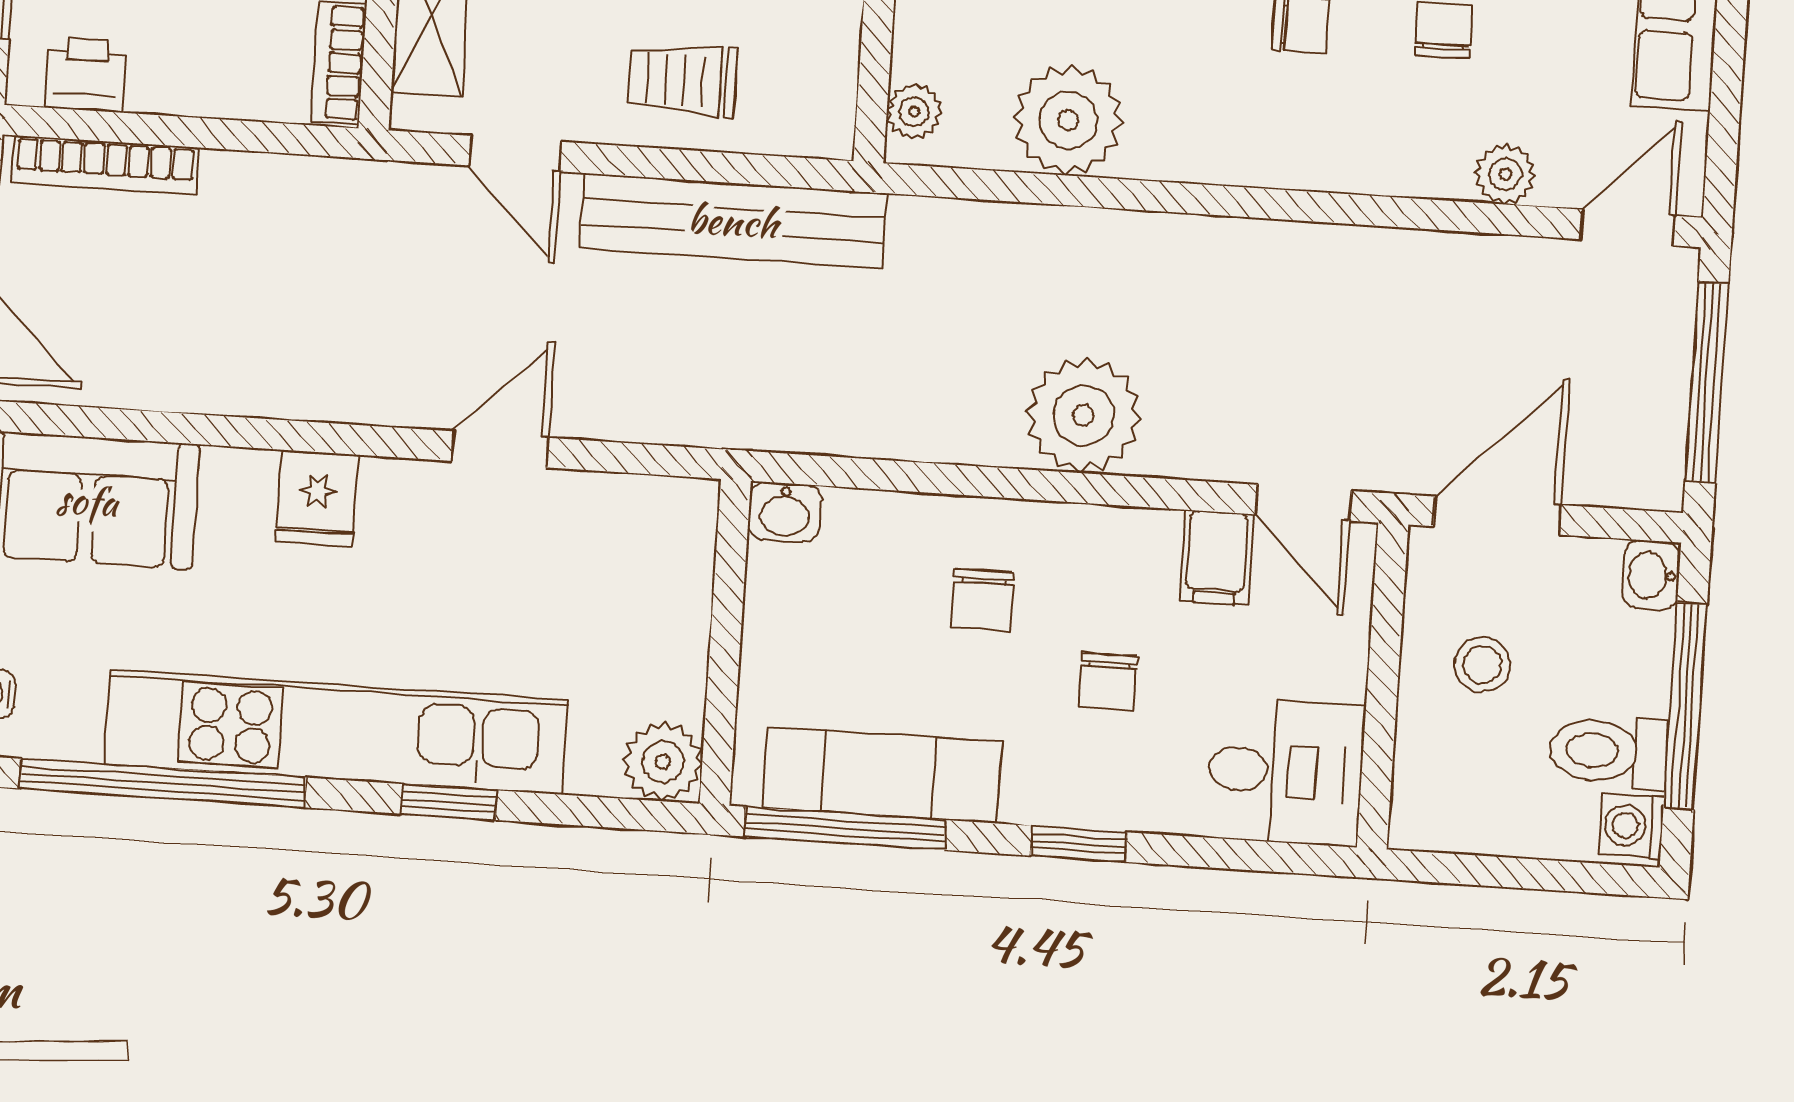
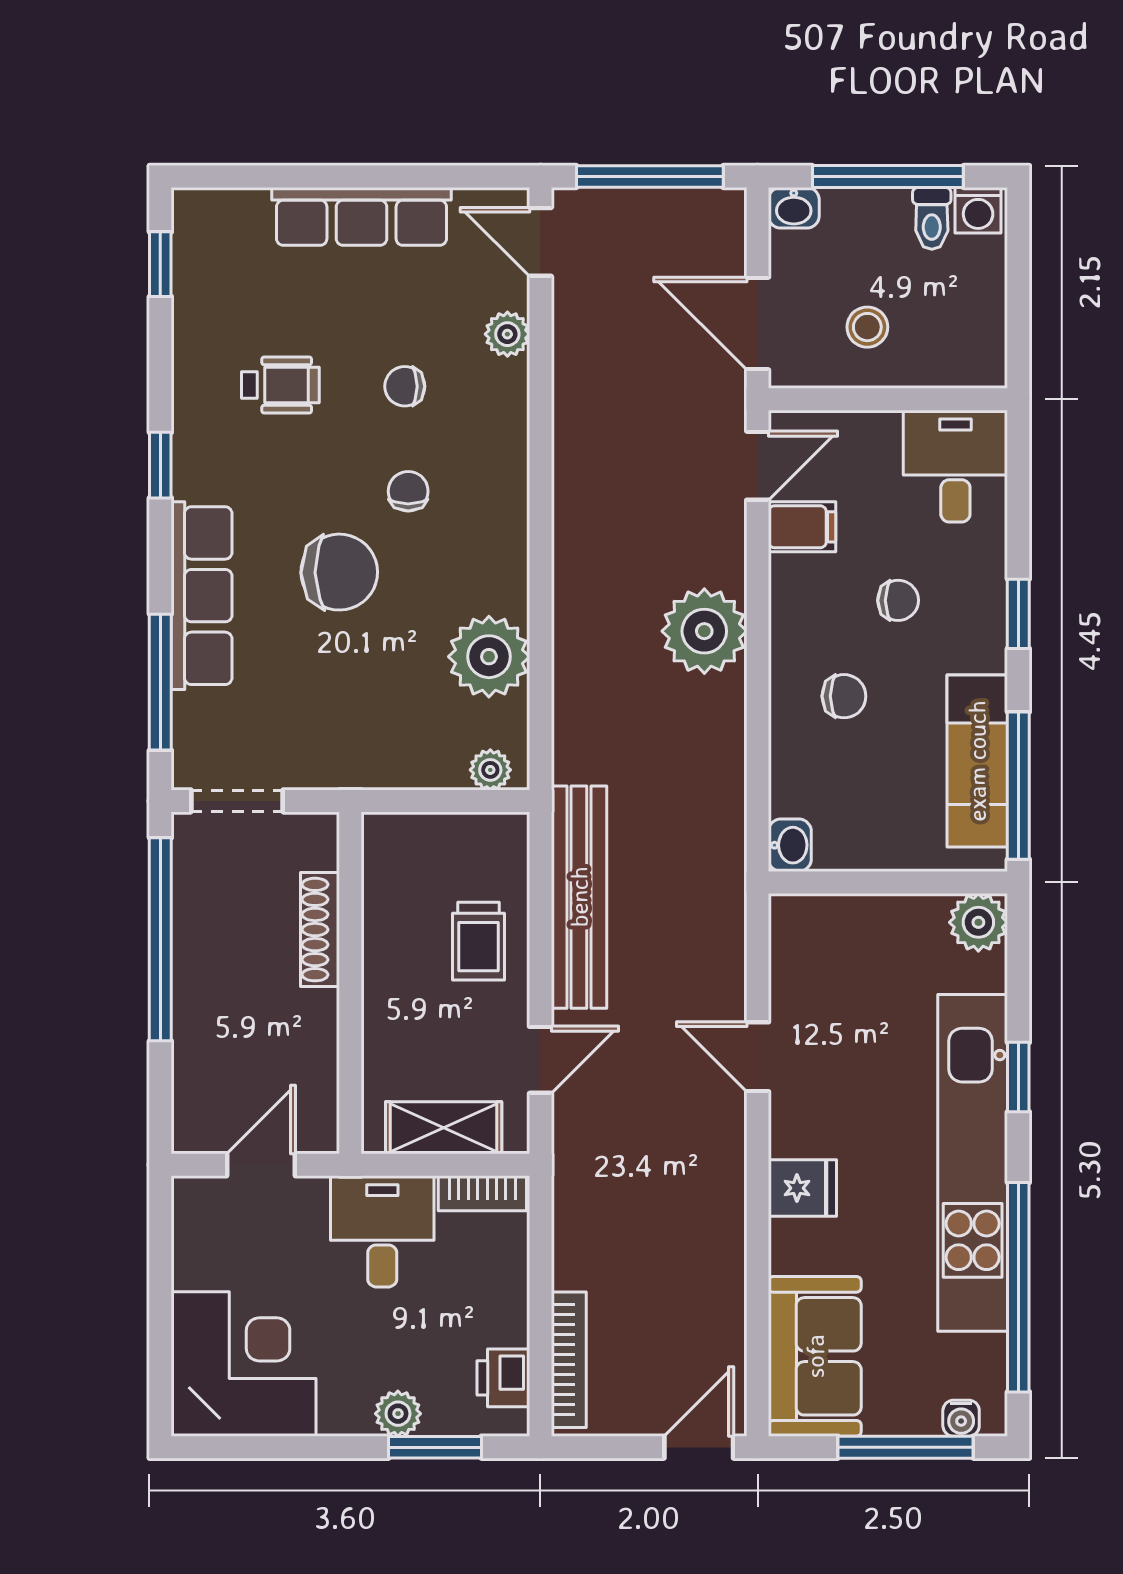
toilet: (1609, 751) -> (932, 218), width x0.73, depth x0.72

